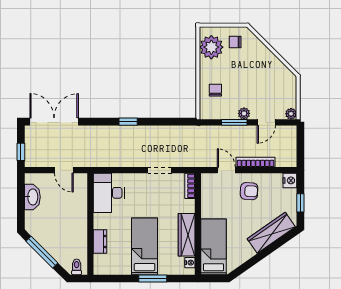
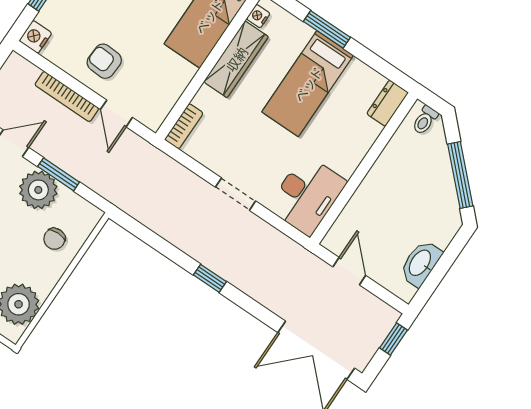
plant: (244, 113) -> (38, 190), width x1.88, depth x1.88
doorway: (160, 170) -> (236, 194), moved
dresser: (100, 242) -> (388, 103), moved

